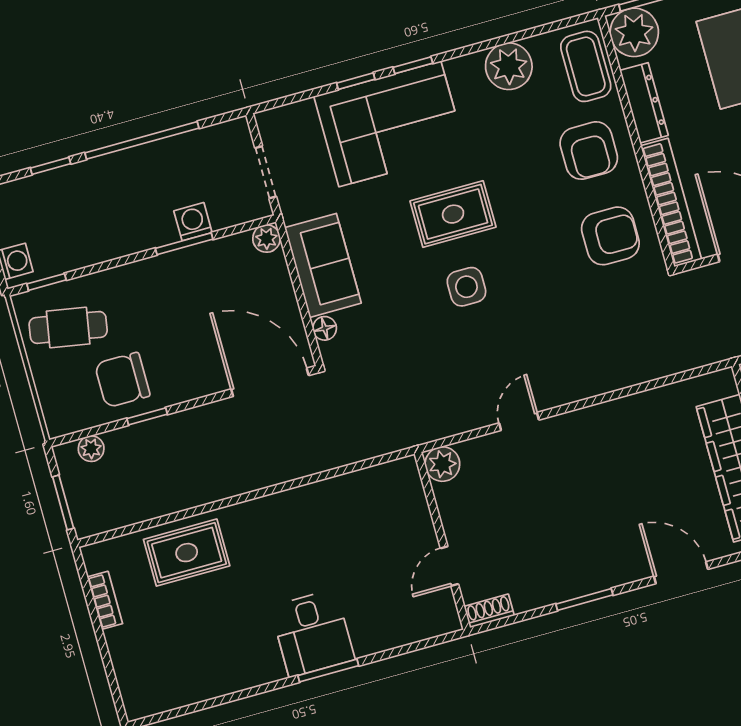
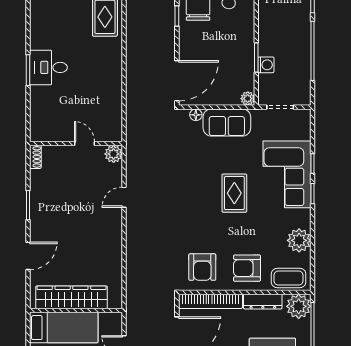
side table: (466, 287) -> (197, 190), removed
door: (519, 421) -> (124, 197), swing flipped
door: (449, 566) -> (84, 144), moved

